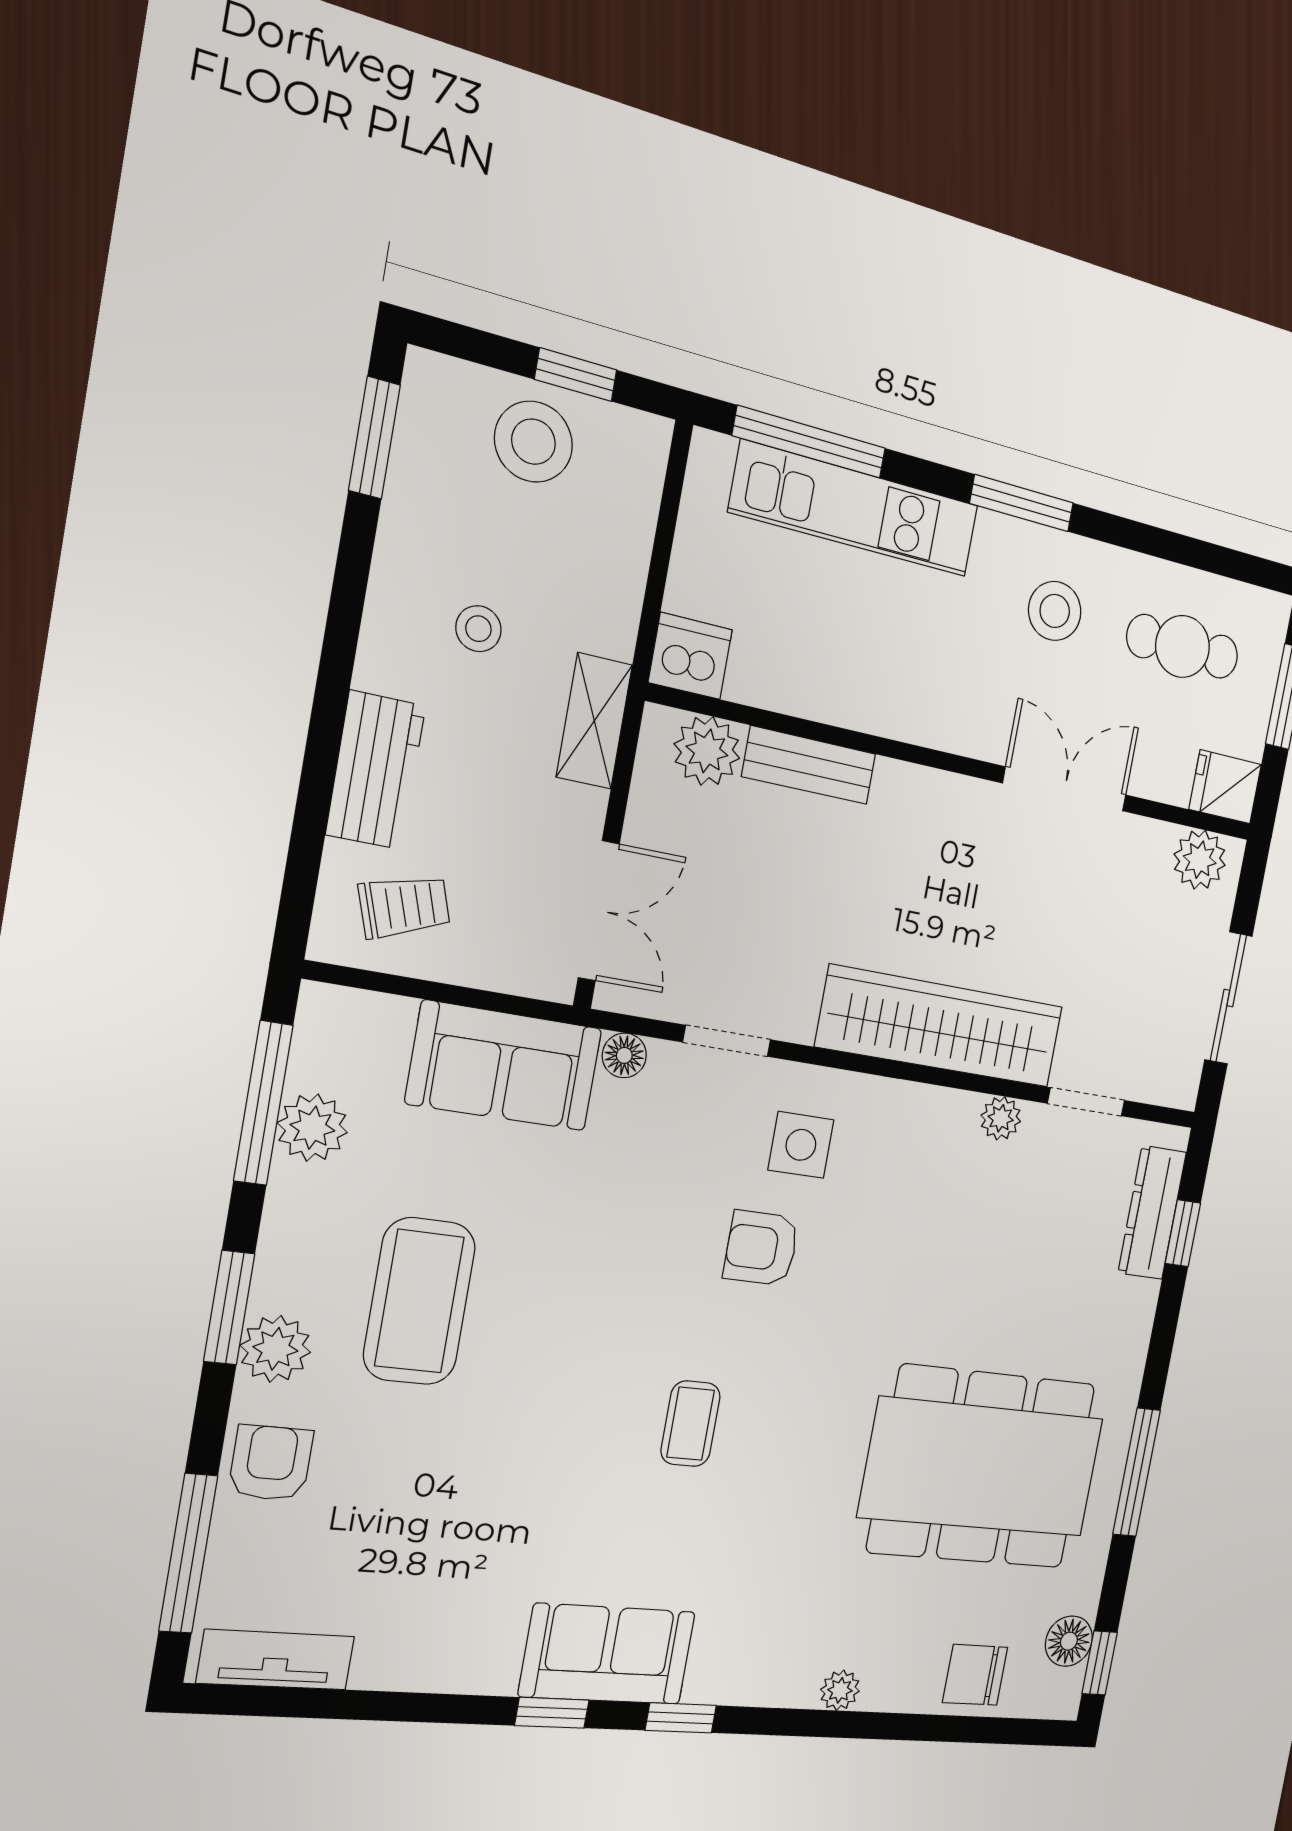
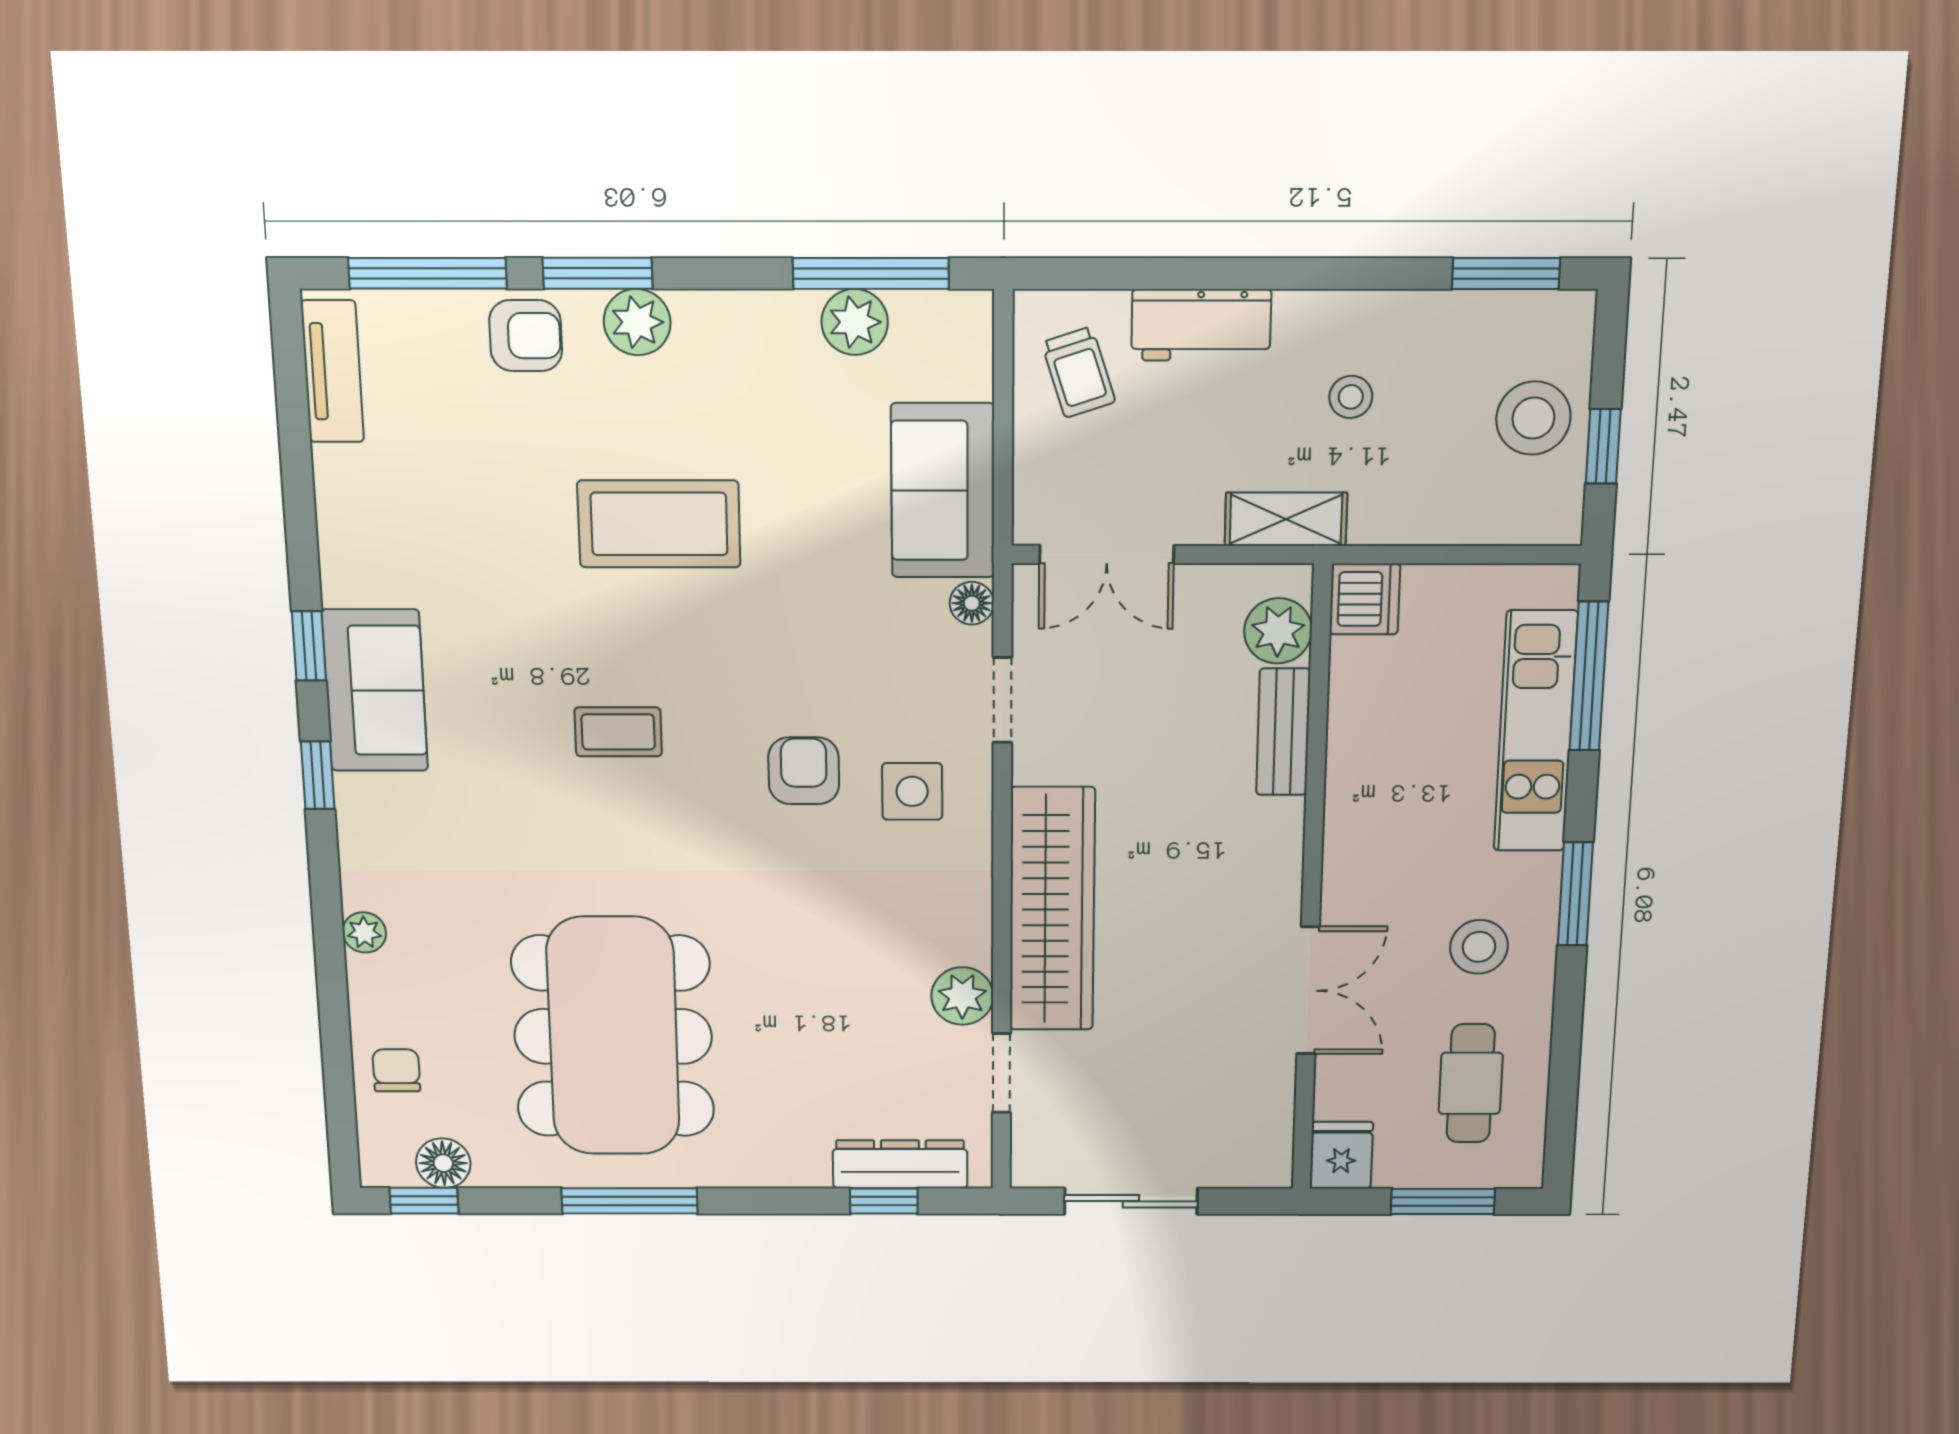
plant: (1200, 860) -> (1264, 1143), removed
plant: (1001, 1118) -> (962, 996), width x1.38, depth x1.38
coffee table: (419, 1301) -> (659, 524), moved
window: (229, 1308) -> (598, 273), moved
chair: (975, 1675) -> (396, 1070), width x0.73, depth x0.73

